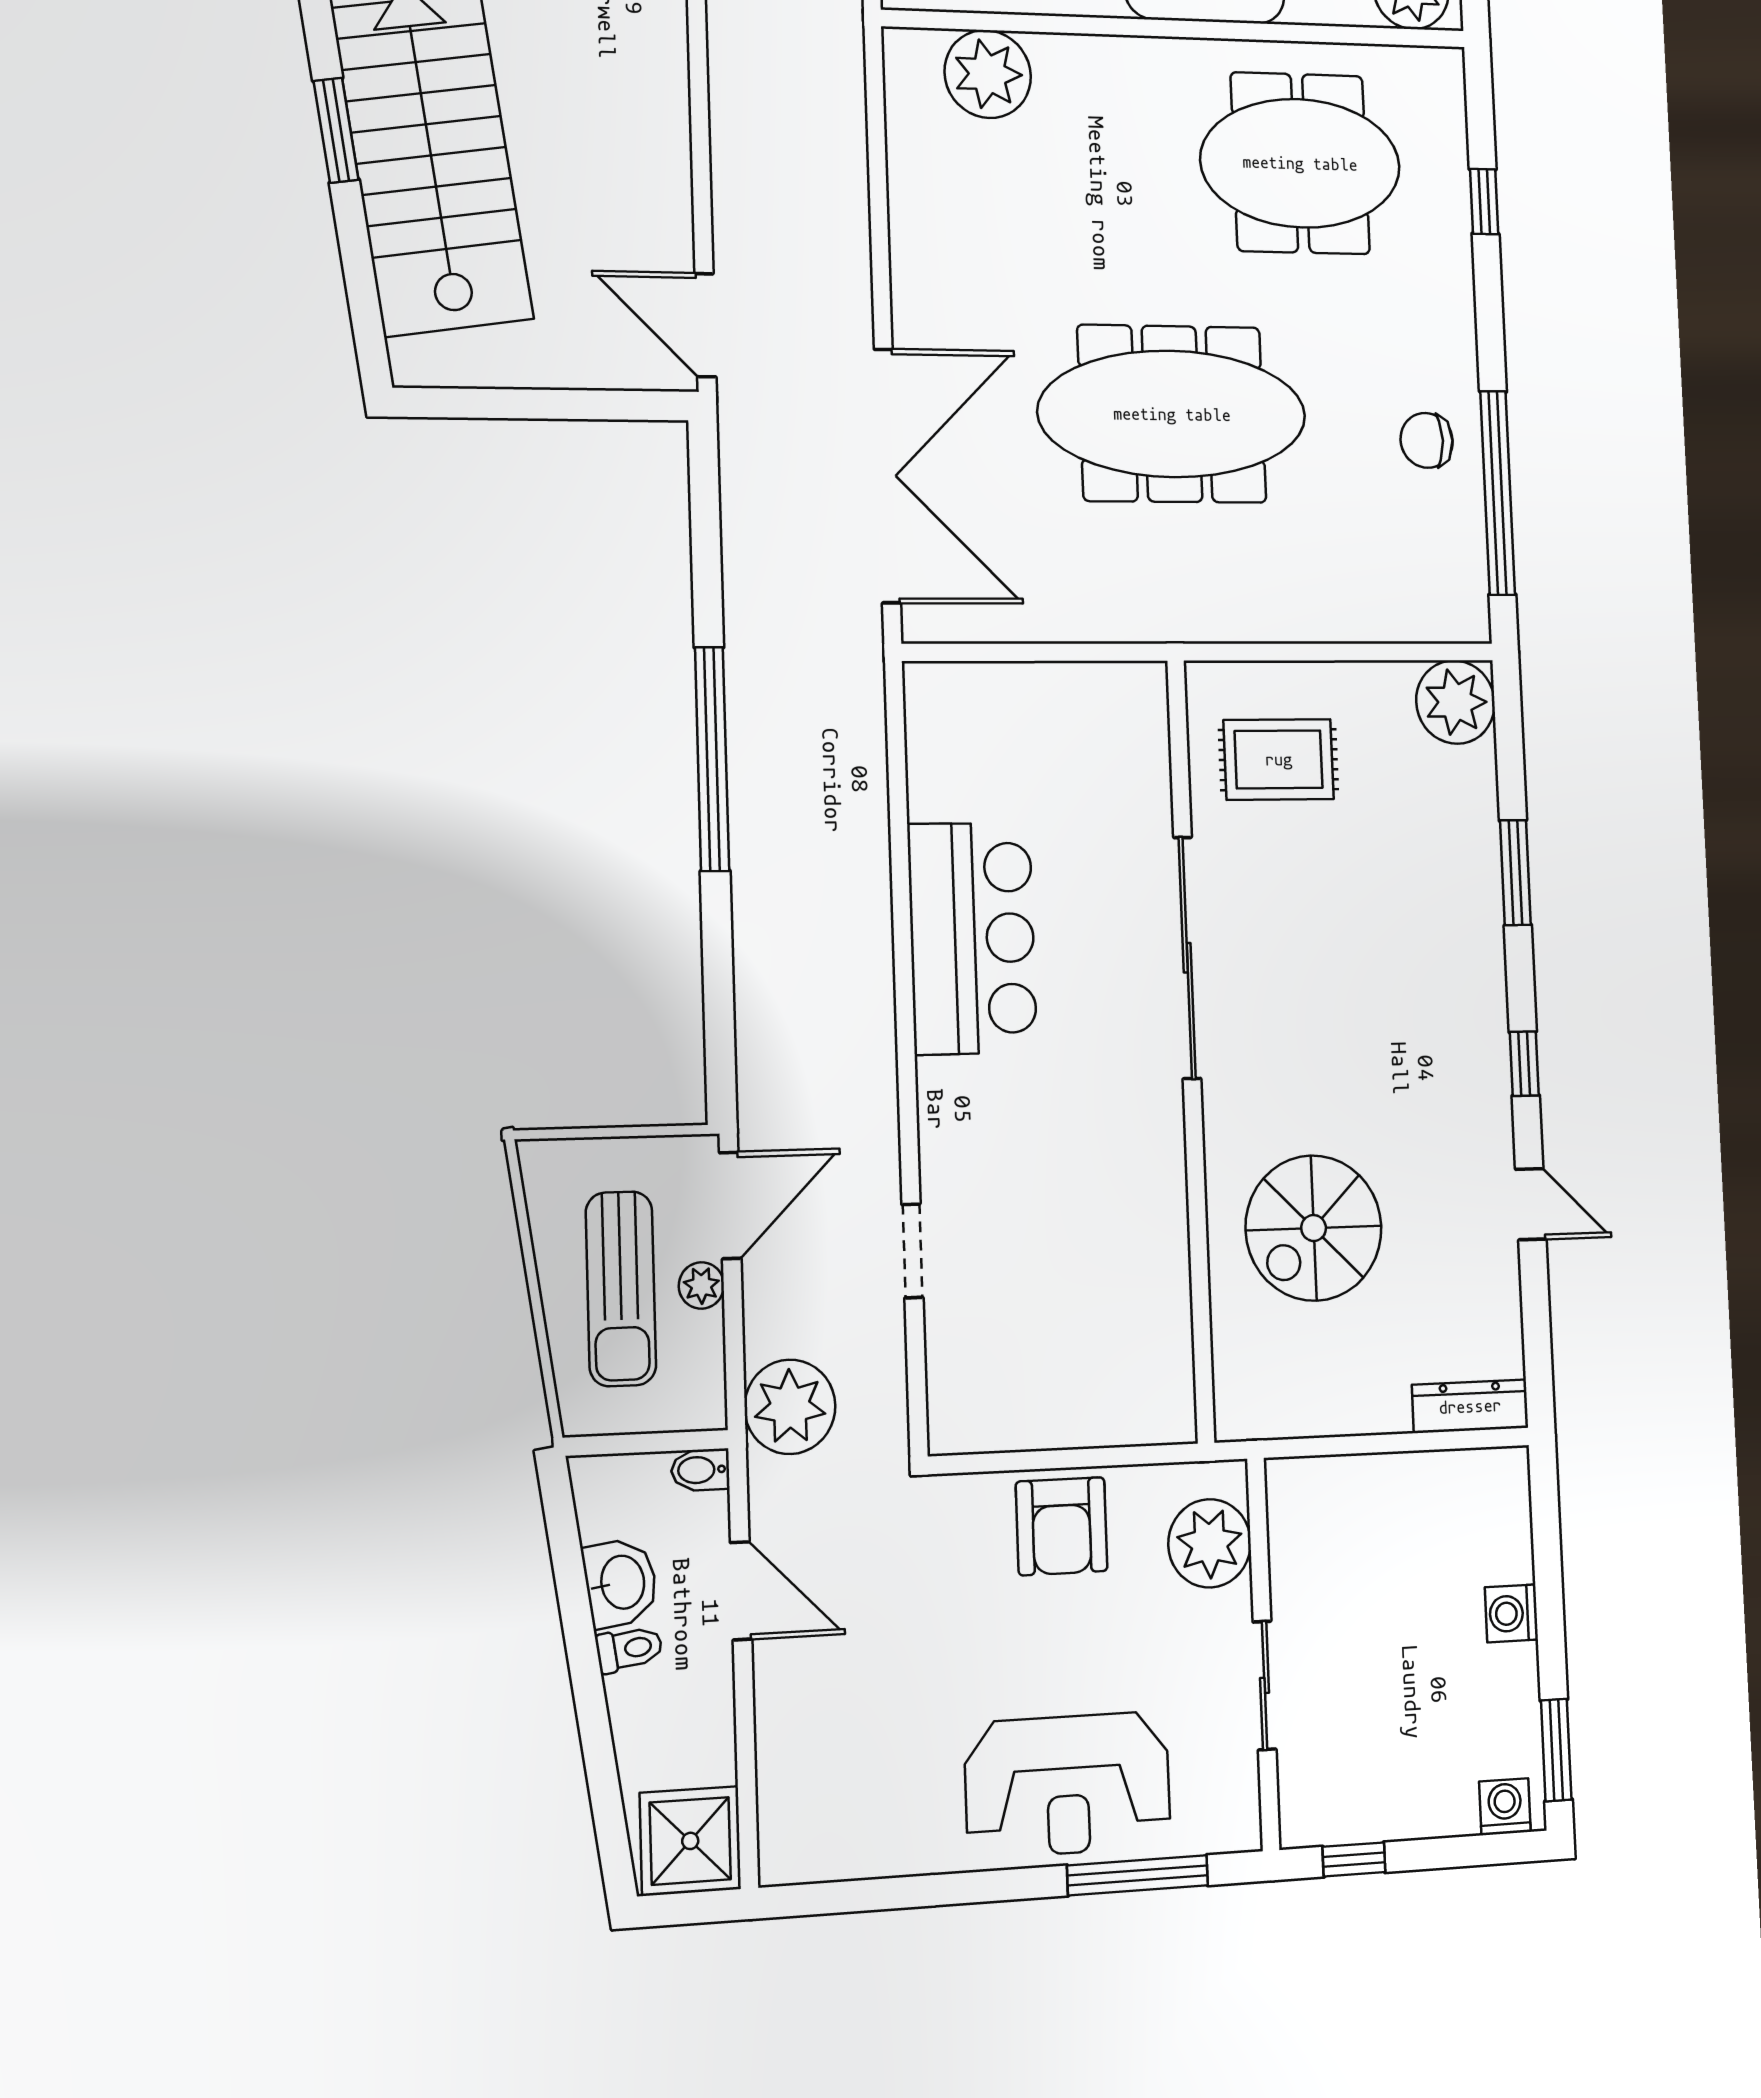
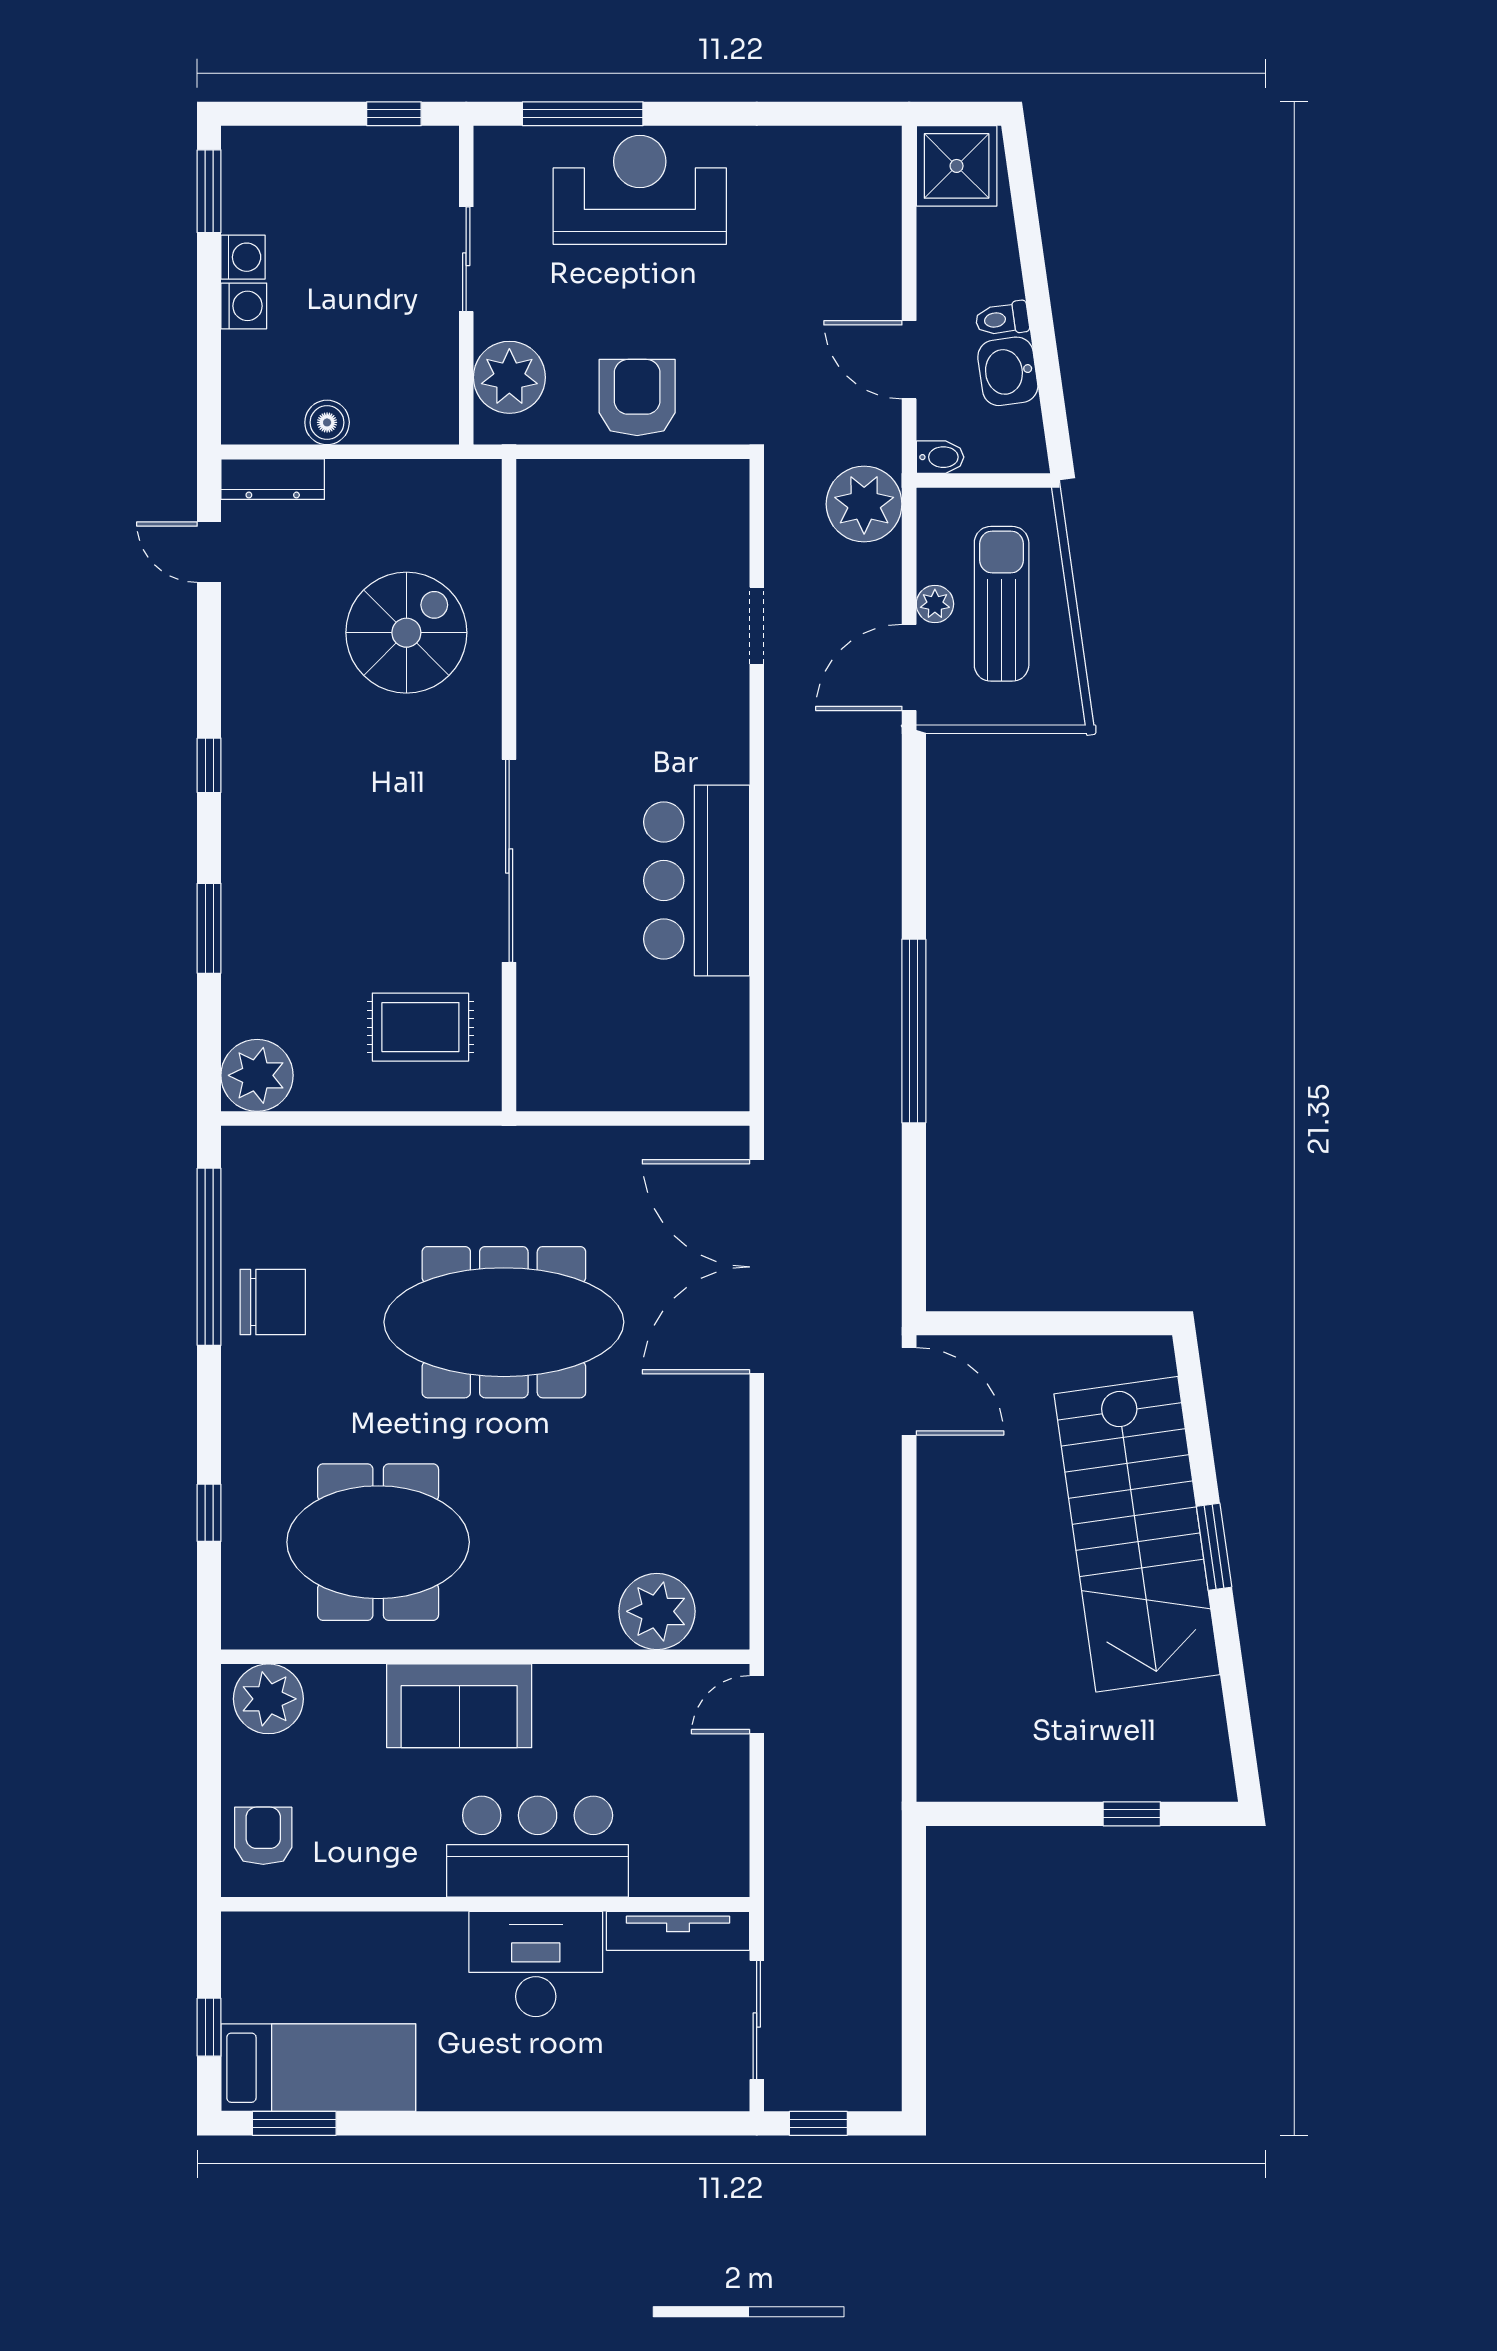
chair: (1427, 440) -> (273, 1302), width x1.37, depth x1.37
door: (1531, 1204) -> (209, 552), moved
boiler: (1413, 1478) -> (327, 422), added
washing machine: (1505, 1807) -> (243, 257), moved, turned -90

